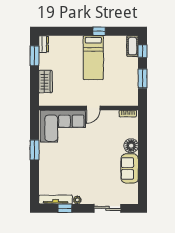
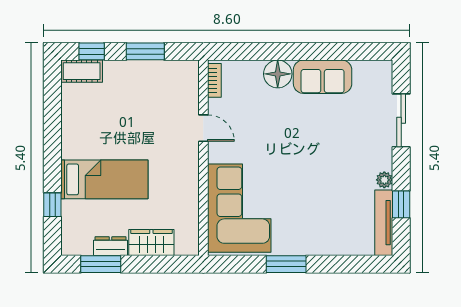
window: (99, 31) -> (52, 205), moved
dresser: (44, 44) -> (111, 246), moved
bed: (93, 58) -> (104, 179), moved
door: (93, 108) -> (203, 128), moved

